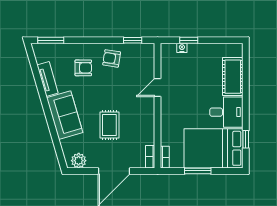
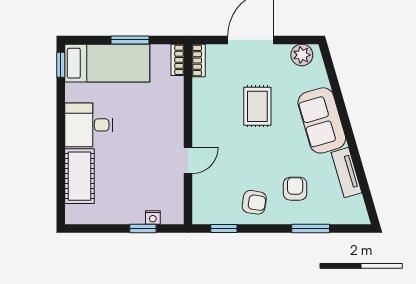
window: (51, 40) -> (311, 229), moved
armchair: (83, 68) -> (295, 189), turned 90
window: (246, 139) -> (61, 65), moved
bed: (214, 148) -> (107, 63), width x0.67

